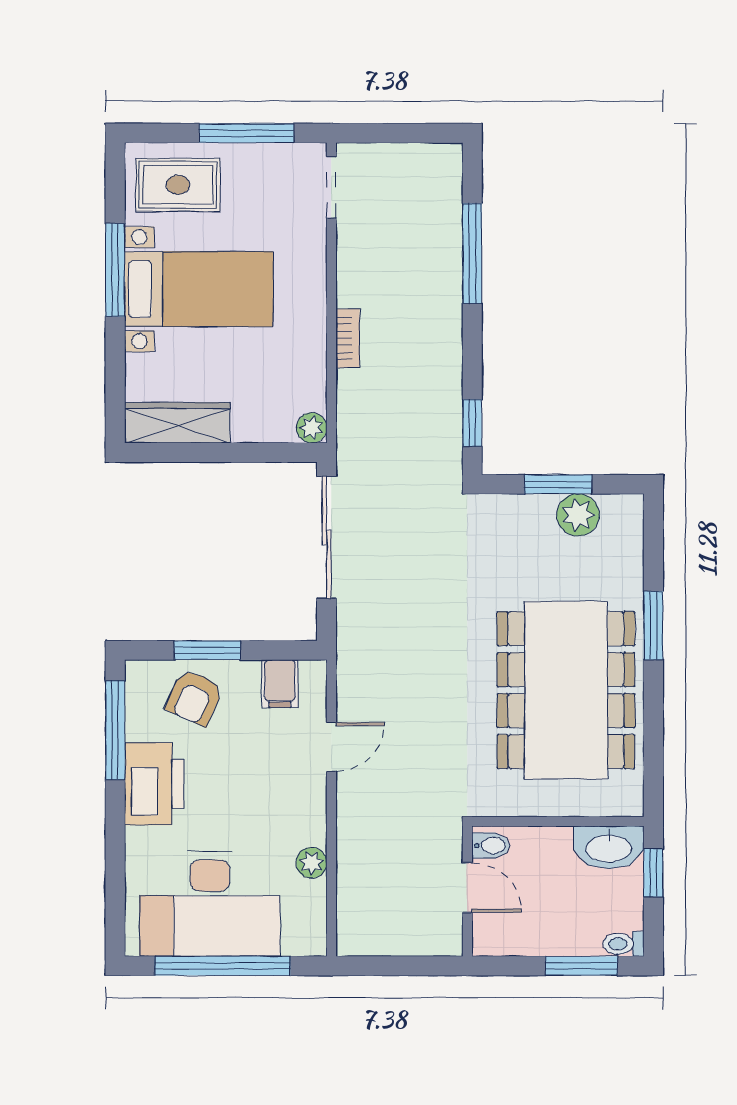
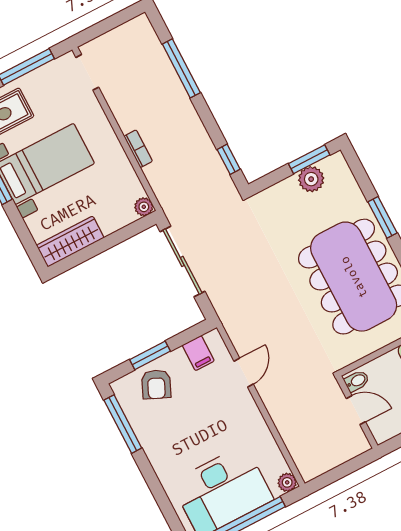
window: (558, 484) -> (309, 159), moved
printer: (154, 784) -> (159, 442), removed
plant: (312, 863) -> (287, 482), moved

